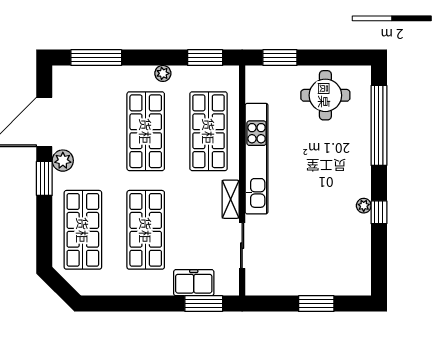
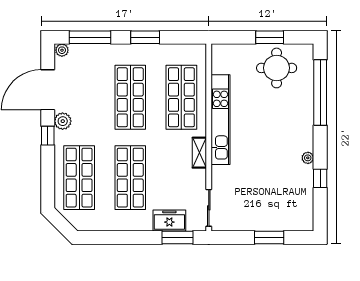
window: (205, 58) -> (145, 37), moved
window: (280, 58) -> (270, 37), moved
plant: (163, 73) -> (62, 50), moved
window: (44, 178) -> (48, 136), width x0.67
window: (379, 212) -> (320, 178), moved
sliding door: (242, 246) -> (209, 208), moved

